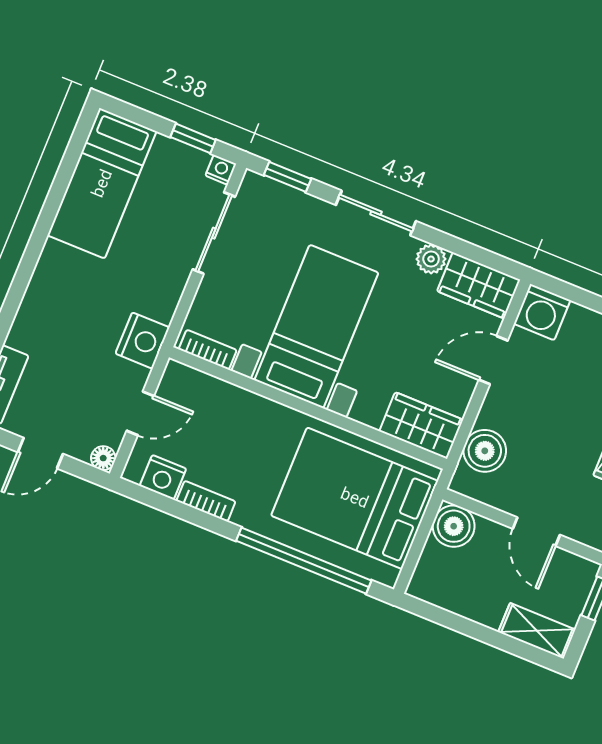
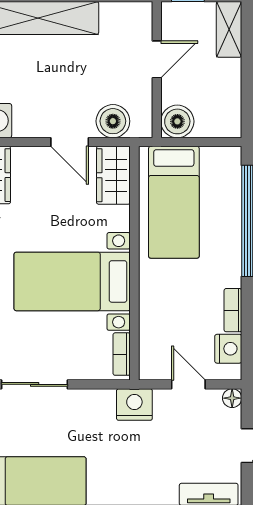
door: (493, 360) -> (70, 142), moved
bed: (355, 498) -> (174, 202), width x0.67

